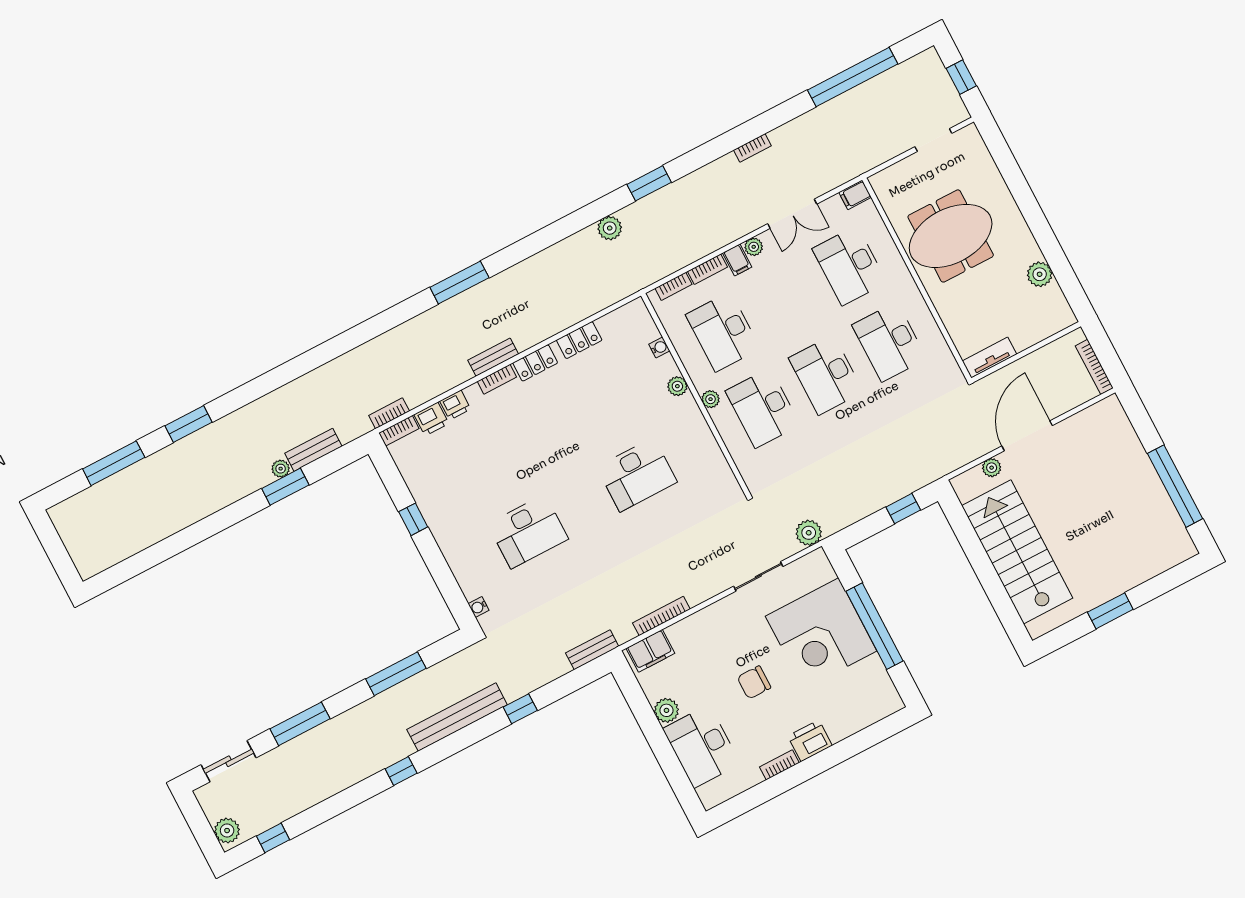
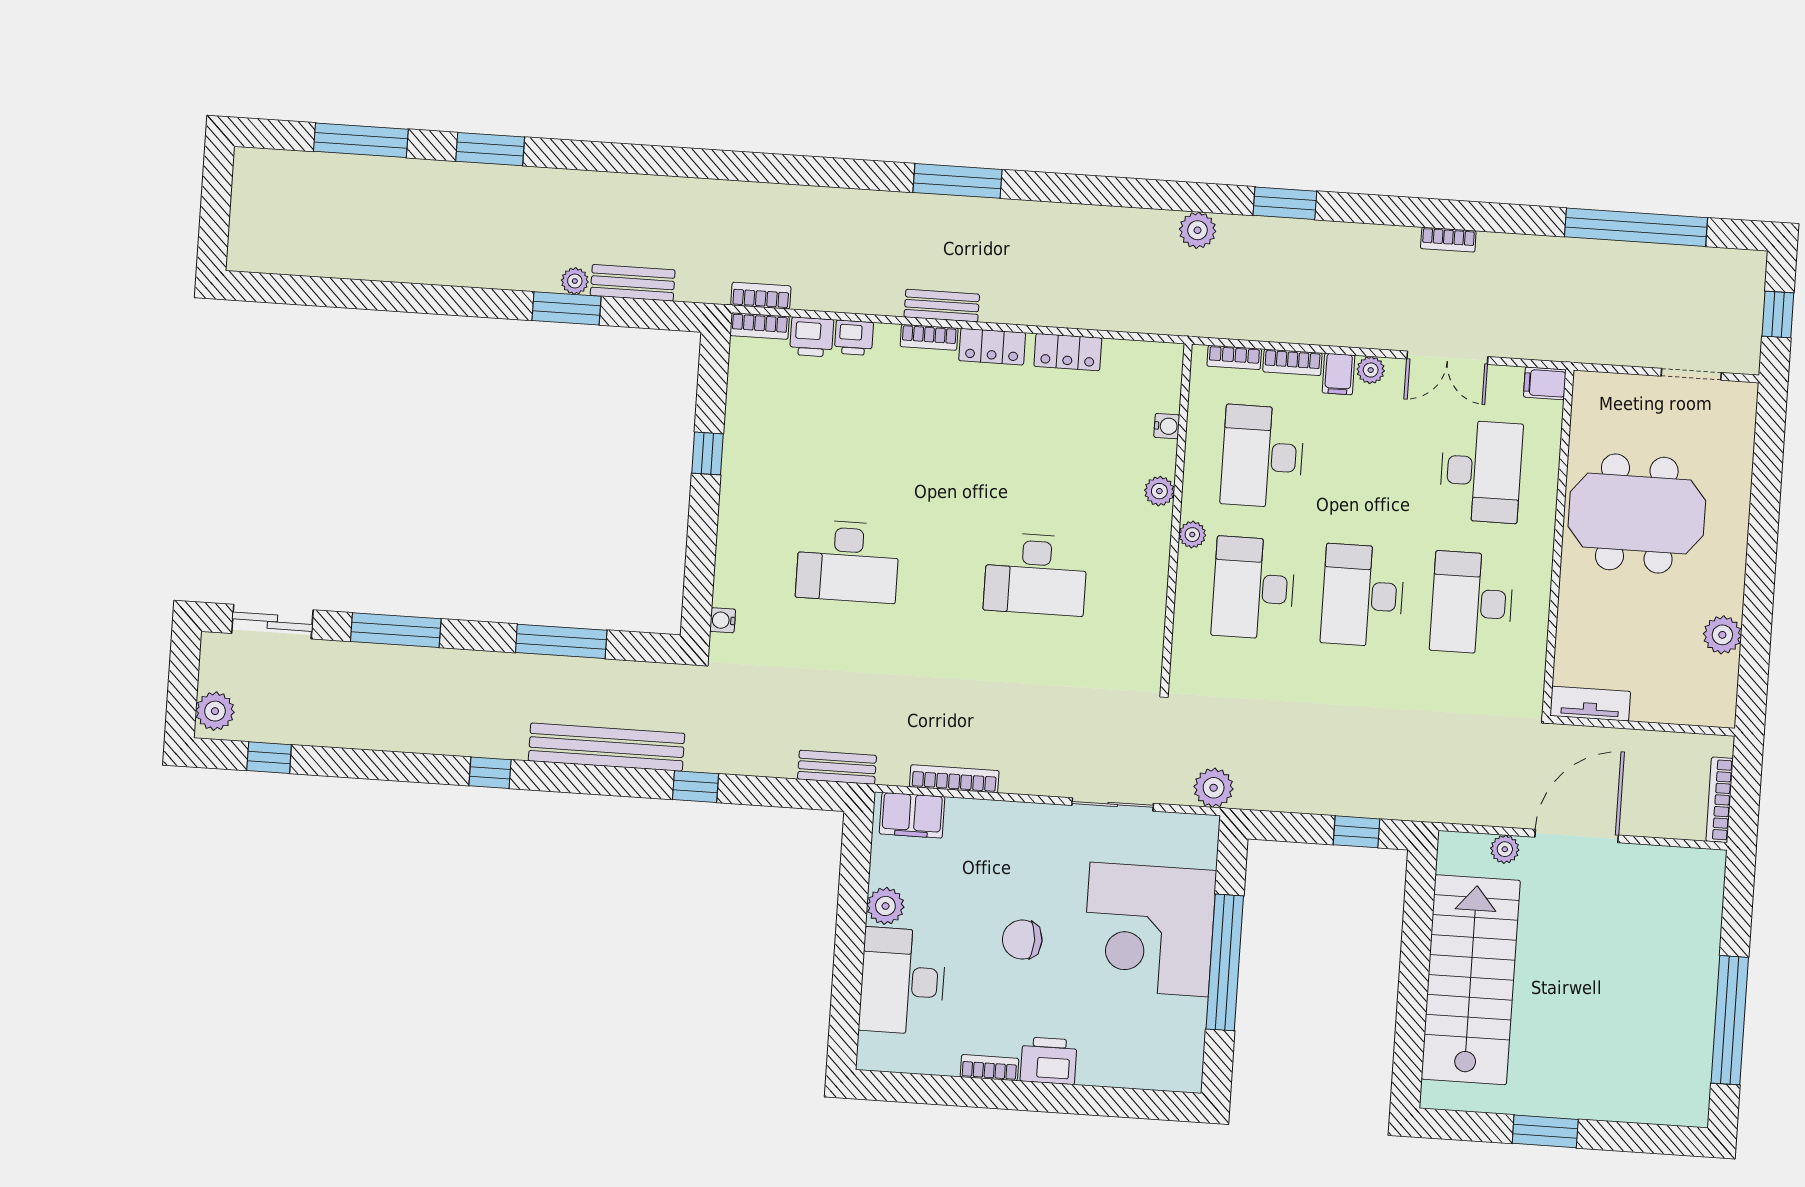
desk: (849, 266) -> (1481, 471), turned 180

